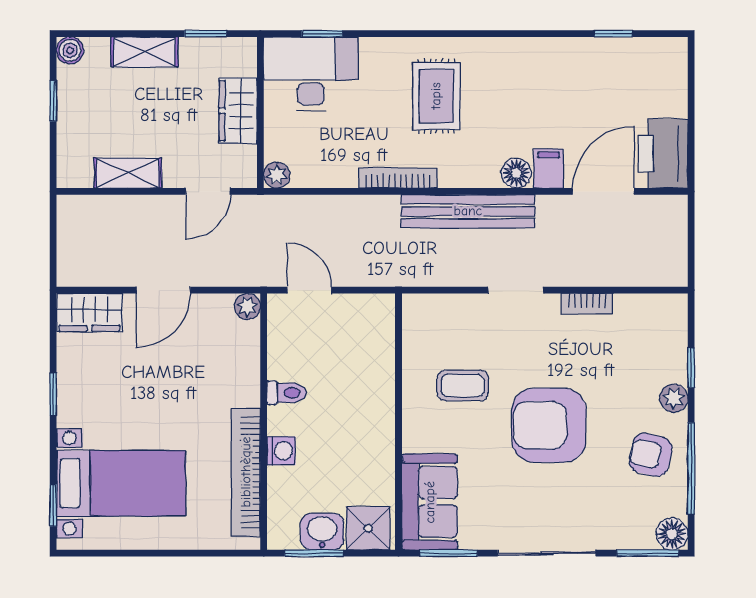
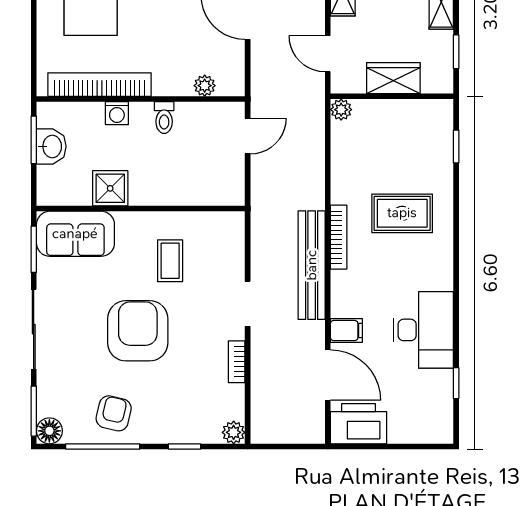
desk: (311, 74) -> (423, 330), moved
rug: (436, 96) -> (402, 213), moved
floor lamp: (516, 173) -> (343, 304), removed
bookcase: (398, 178) -> (339, 237), moved
plant: (247, 306) -> (205, 86), moved
plant: (674, 398) -> (234, 432), moved
shower: (368, 528) -> (110, 188), moved

